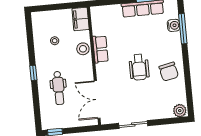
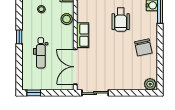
row of seats: (100, 49) -> (83, 35), moved
wheelchair: (139, 67) -> (121, 20), moved
sliding door: (133, 125) -> (95, 93), moved

